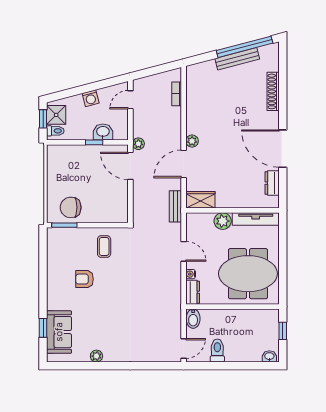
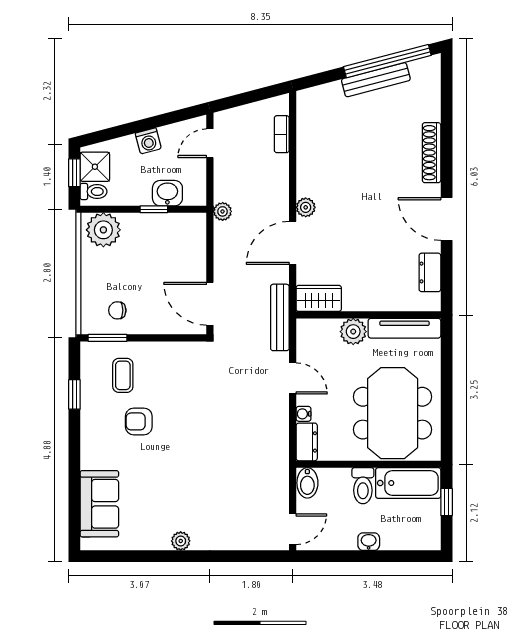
shoe rack: (273, 91) -> (432, 153), moved
door: (283, 149) -> (447, 219), width x0.73
plant: (62, 156) -> (103, 230), added
door: (130, 166) -> (210, 304), moved
bench: (175, 206) -> (280, 317), width x1.36
chair: (71, 207) -> (117, 310), width x0.54, depth x0.54
coffee table: (104, 247) -> (123, 375), moved
meeting table: (248, 274) -> (393, 413), turned 90
bathtub: (258, 319) -> (408, 483), added
window: (43, 328) -> (74, 394), moved
toilet: (217, 350) -> (363, 486), moved, turned 180
plant: (96, 356) -> (181, 541), moved
washbasin: (269, 356) -> (369, 542), moved

